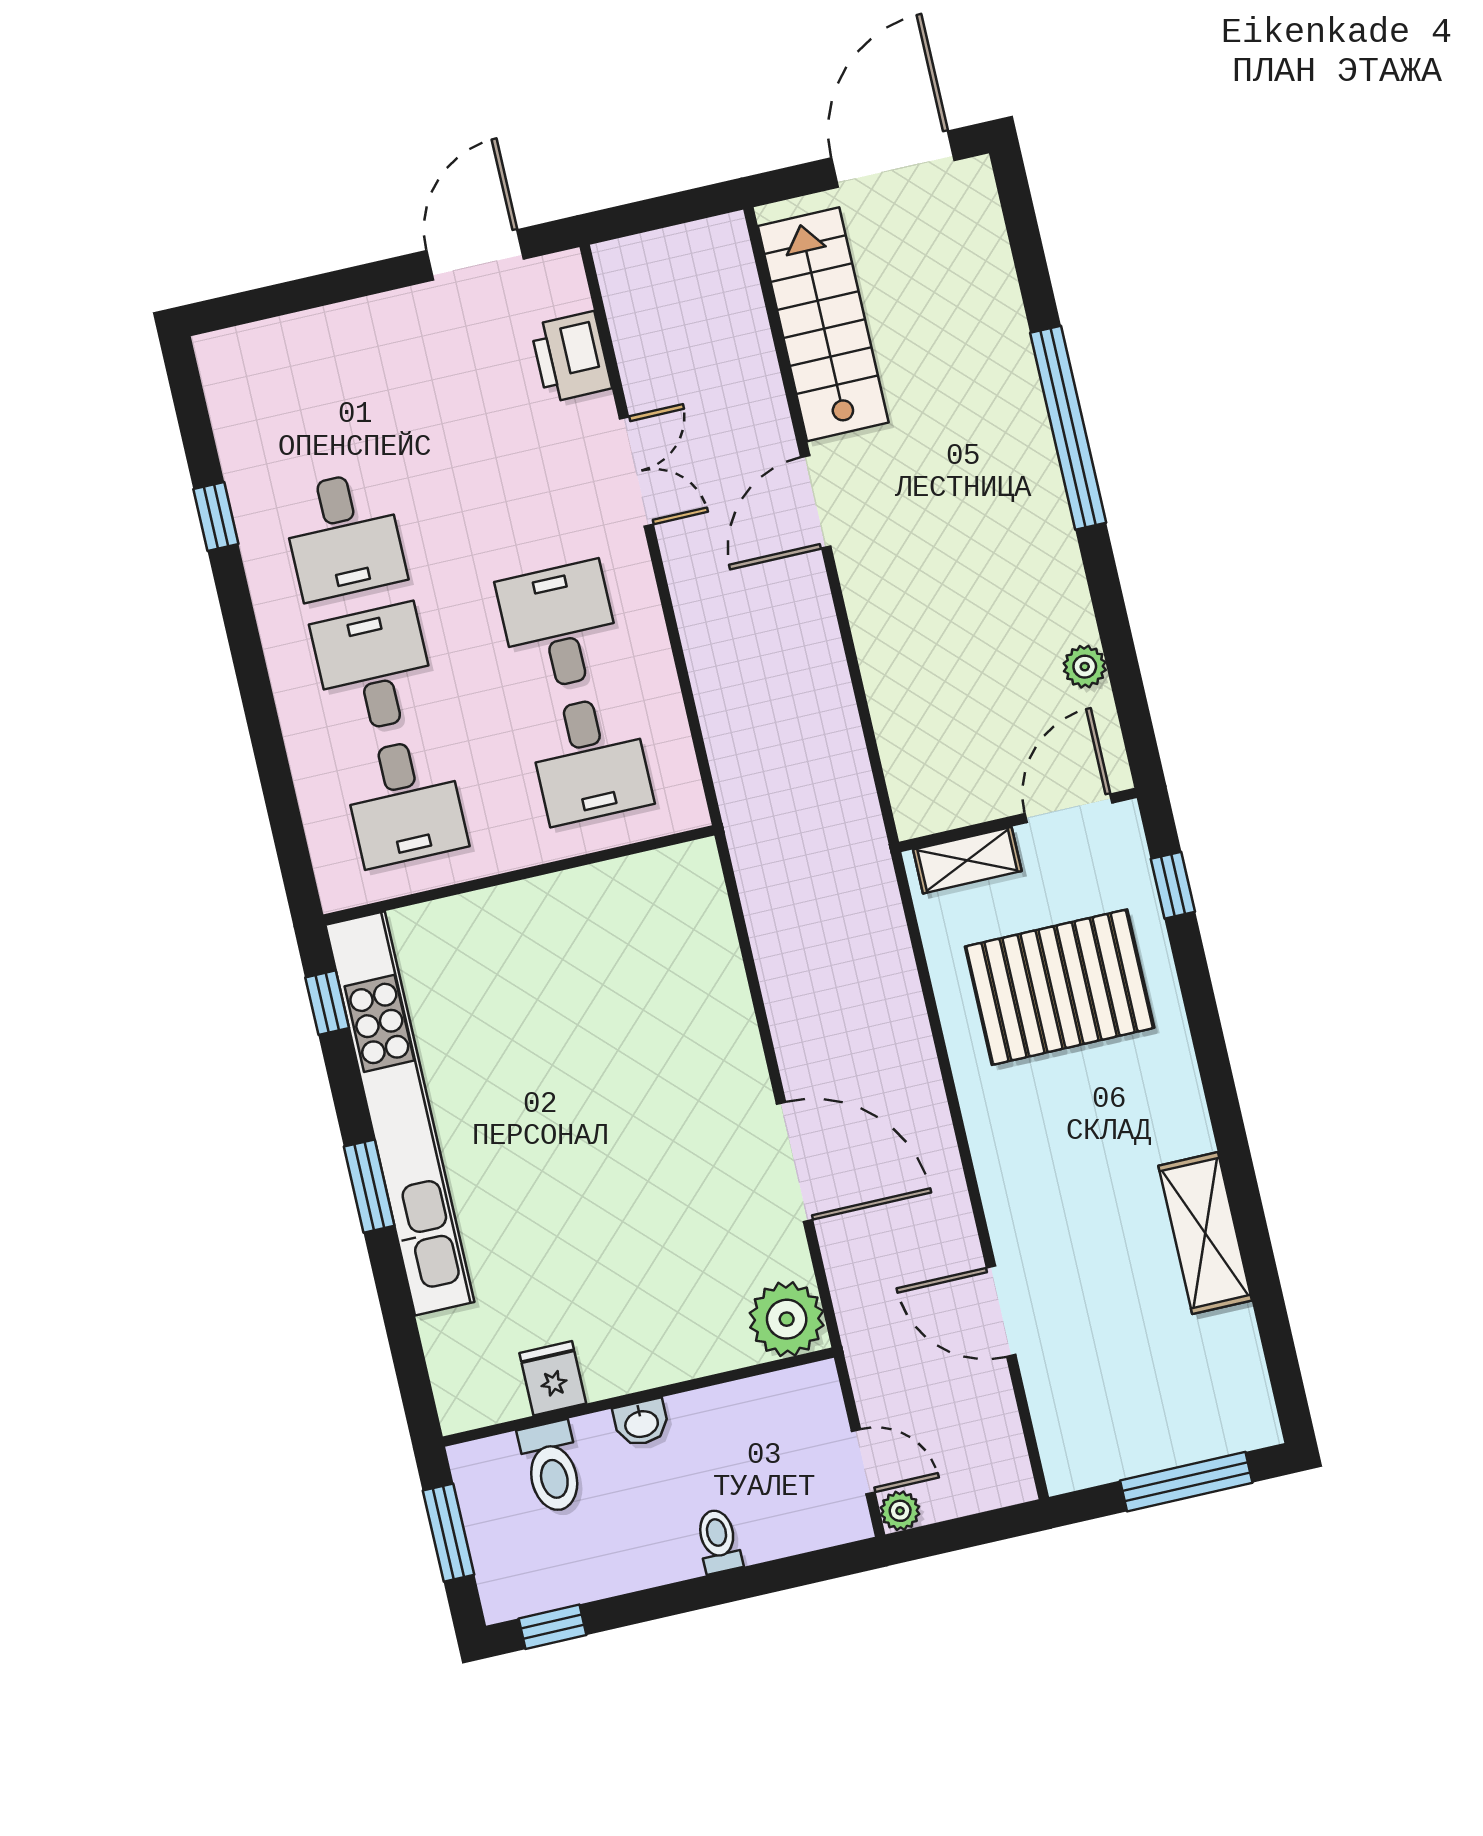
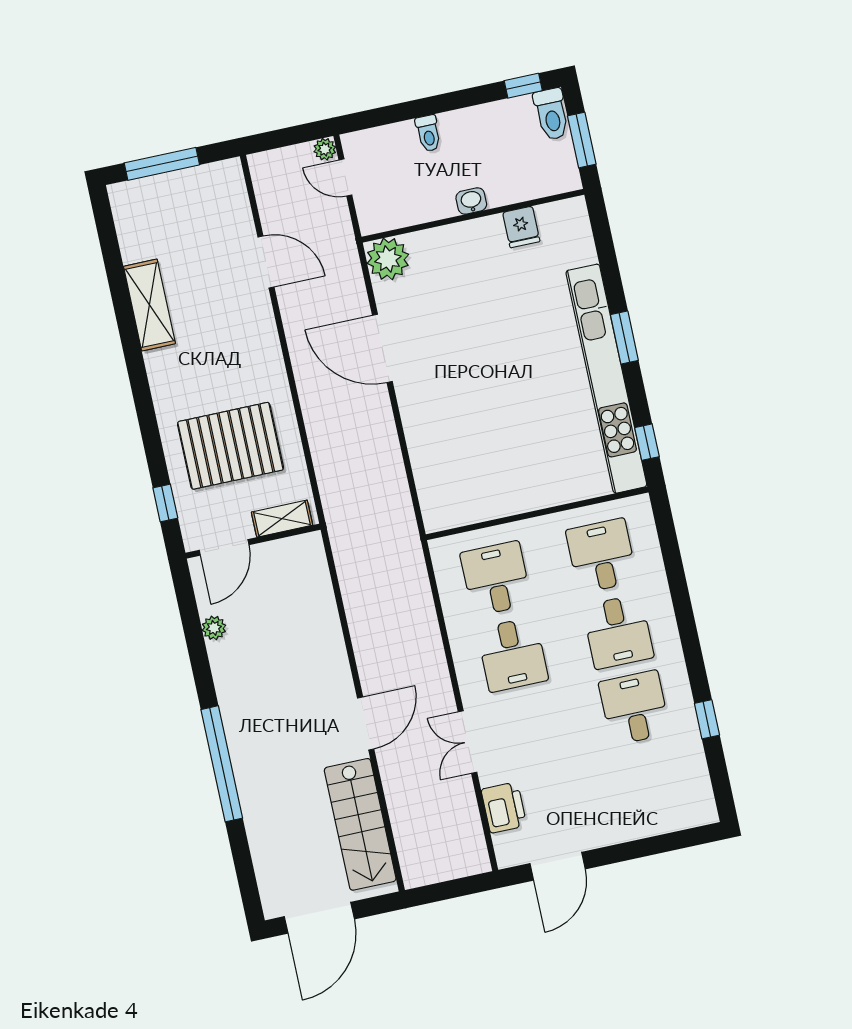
toilet: (552, 1467) -> (551, 114), moved, turned 180

